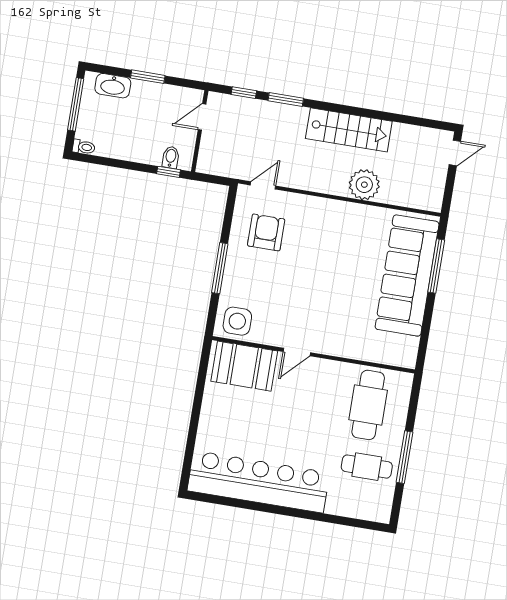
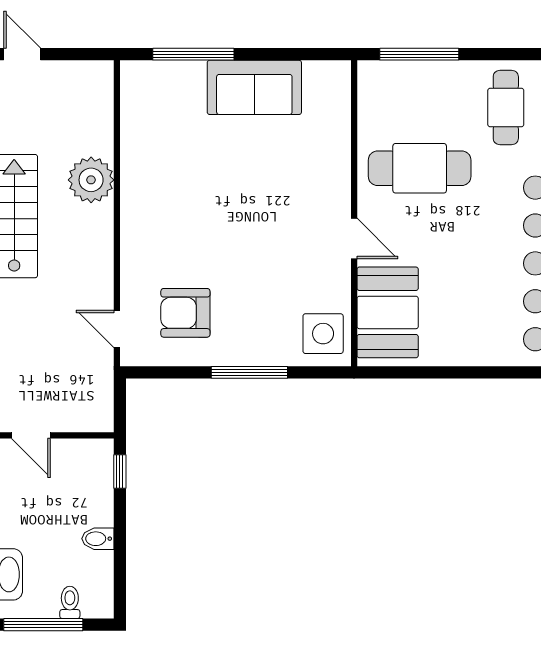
toilet: (84, 147) -> (70, 602), moved
bidet: (171, 157) -> (98, 539), moved
sofa: (407, 275) -> (254, 87), width x0.54, depth x0.79
cafe table: (368, 405) -> (420, 168), moved
window: (404, 457) -> (419, 54), moved

